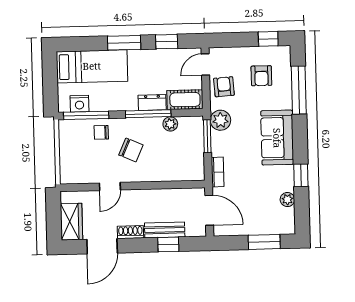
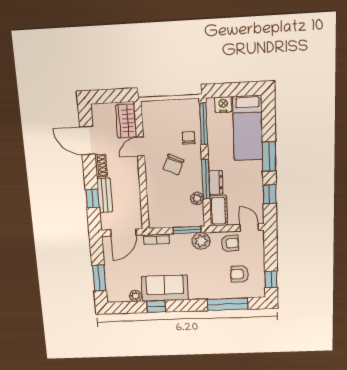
nightstand: (79, 104) -> (223, 105), moved, turned 90
sofa: (277, 138) -> (165, 288), moved
door: (110, 186) -> (141, 147), hinge flipped
wardrobe: (71, 222) -> (126, 121), moved, turned 90

